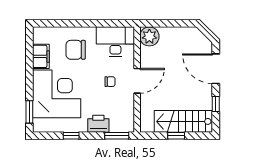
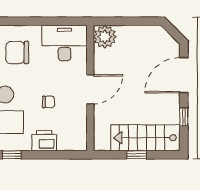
door: (216, 69) -> (184, 75), hinge flipped
chair: (110, 82) -> (48, 102), moved
window: (117, 136) -> (66, 155), removed

